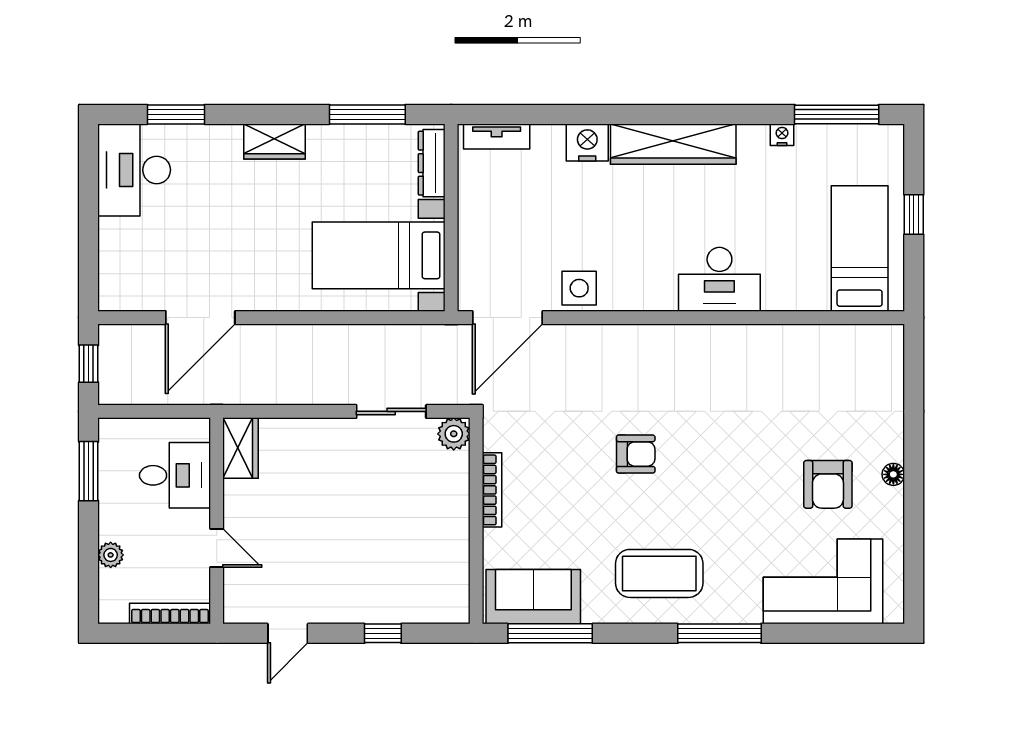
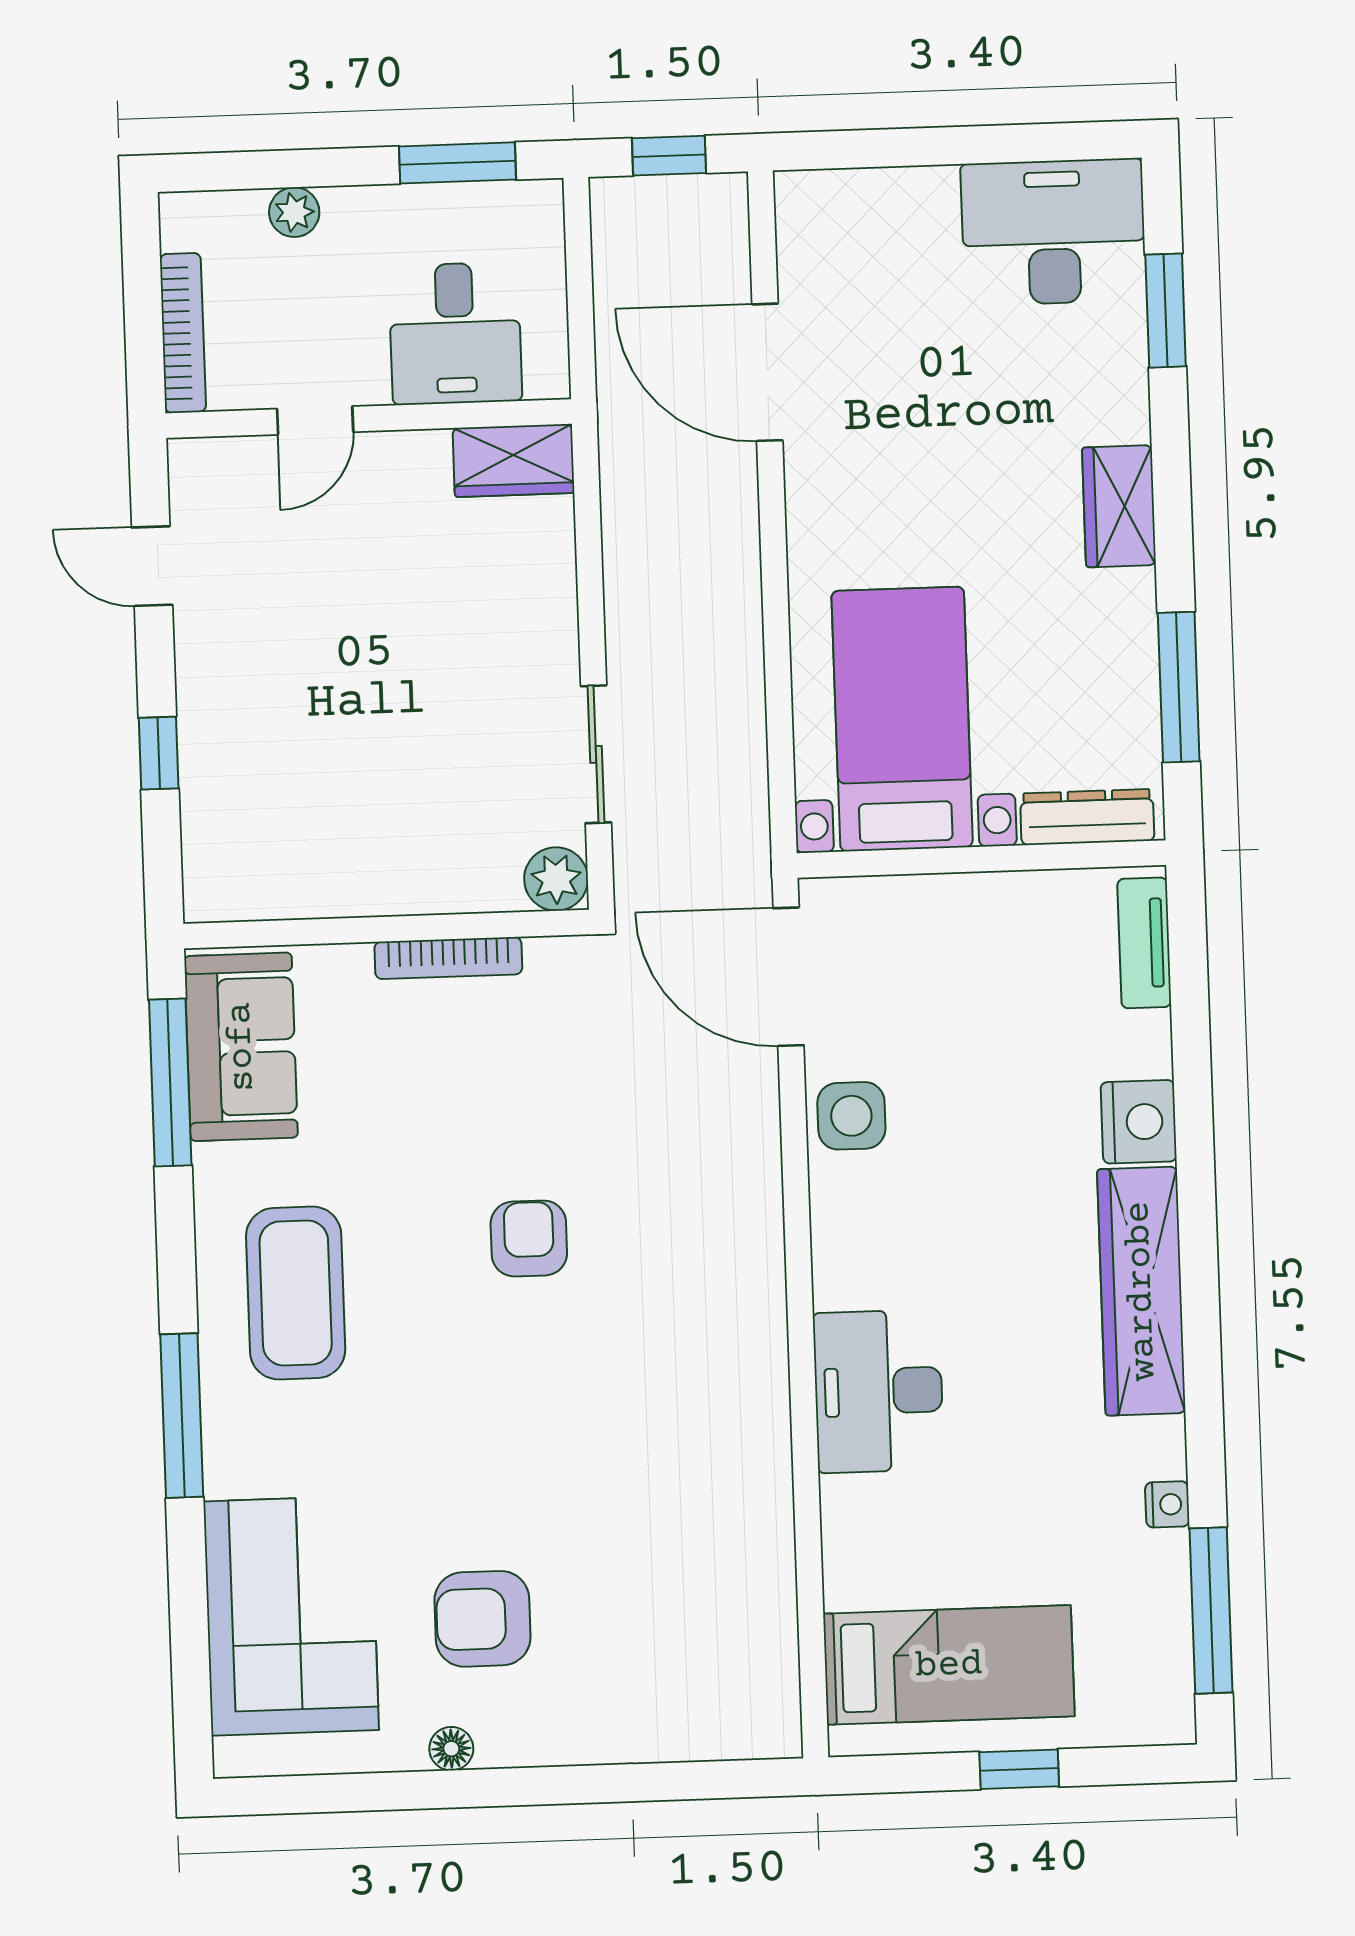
armchair: (636, 454) -> (529, 1238), turned 180
floor lamp: (893, 474) -> (451, 1749), moved

